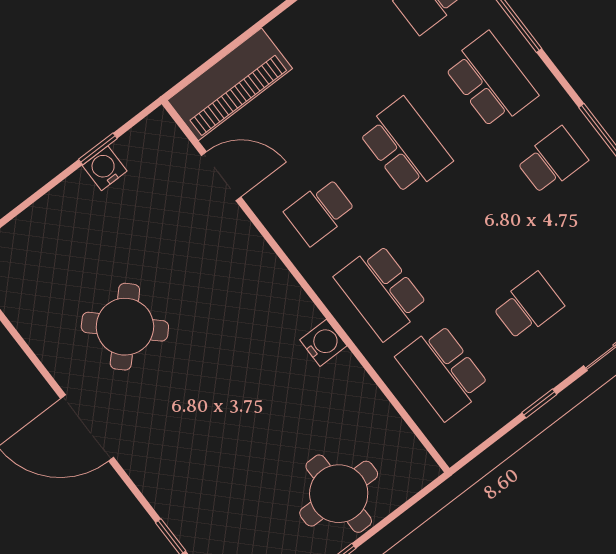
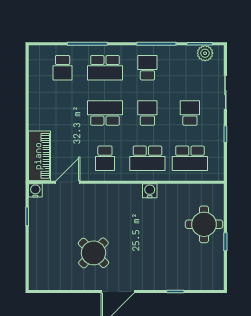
school desk: (491, 80) -> (105, 68), turned 180
water cooler: (105, 168) -> (35, 190), moved, turned 90
school desk: (467, 226) -> (147, 113), added

